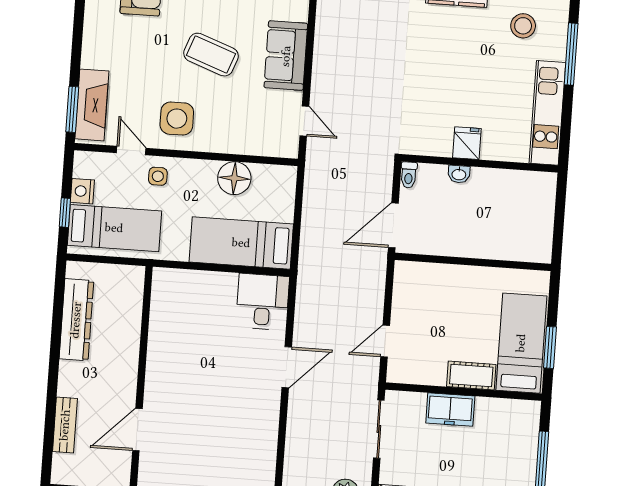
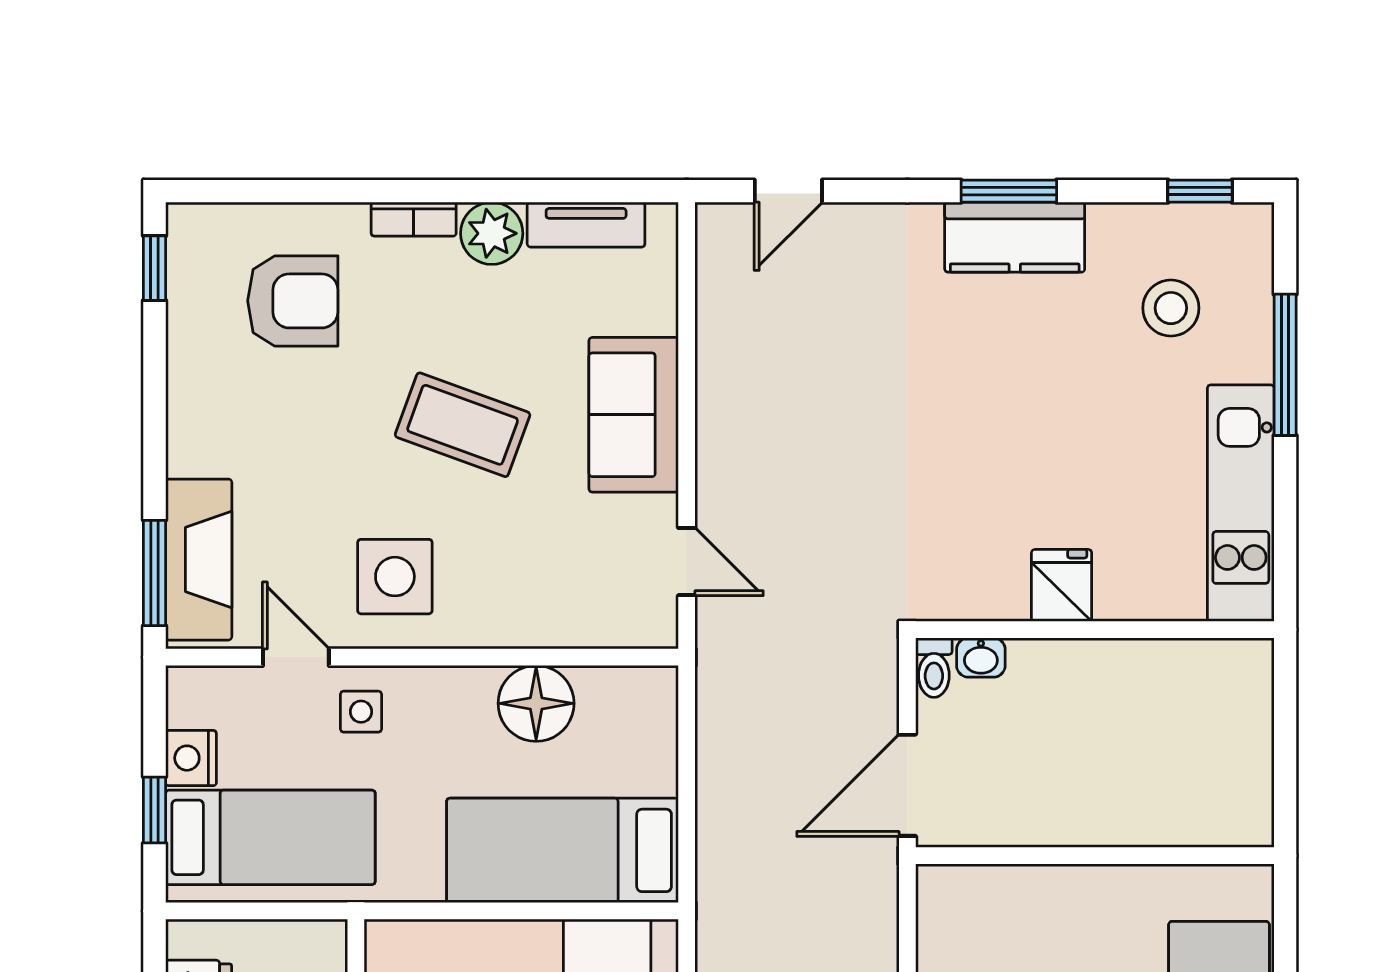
washbasin: (459, 174) -> (981, 658), moved

